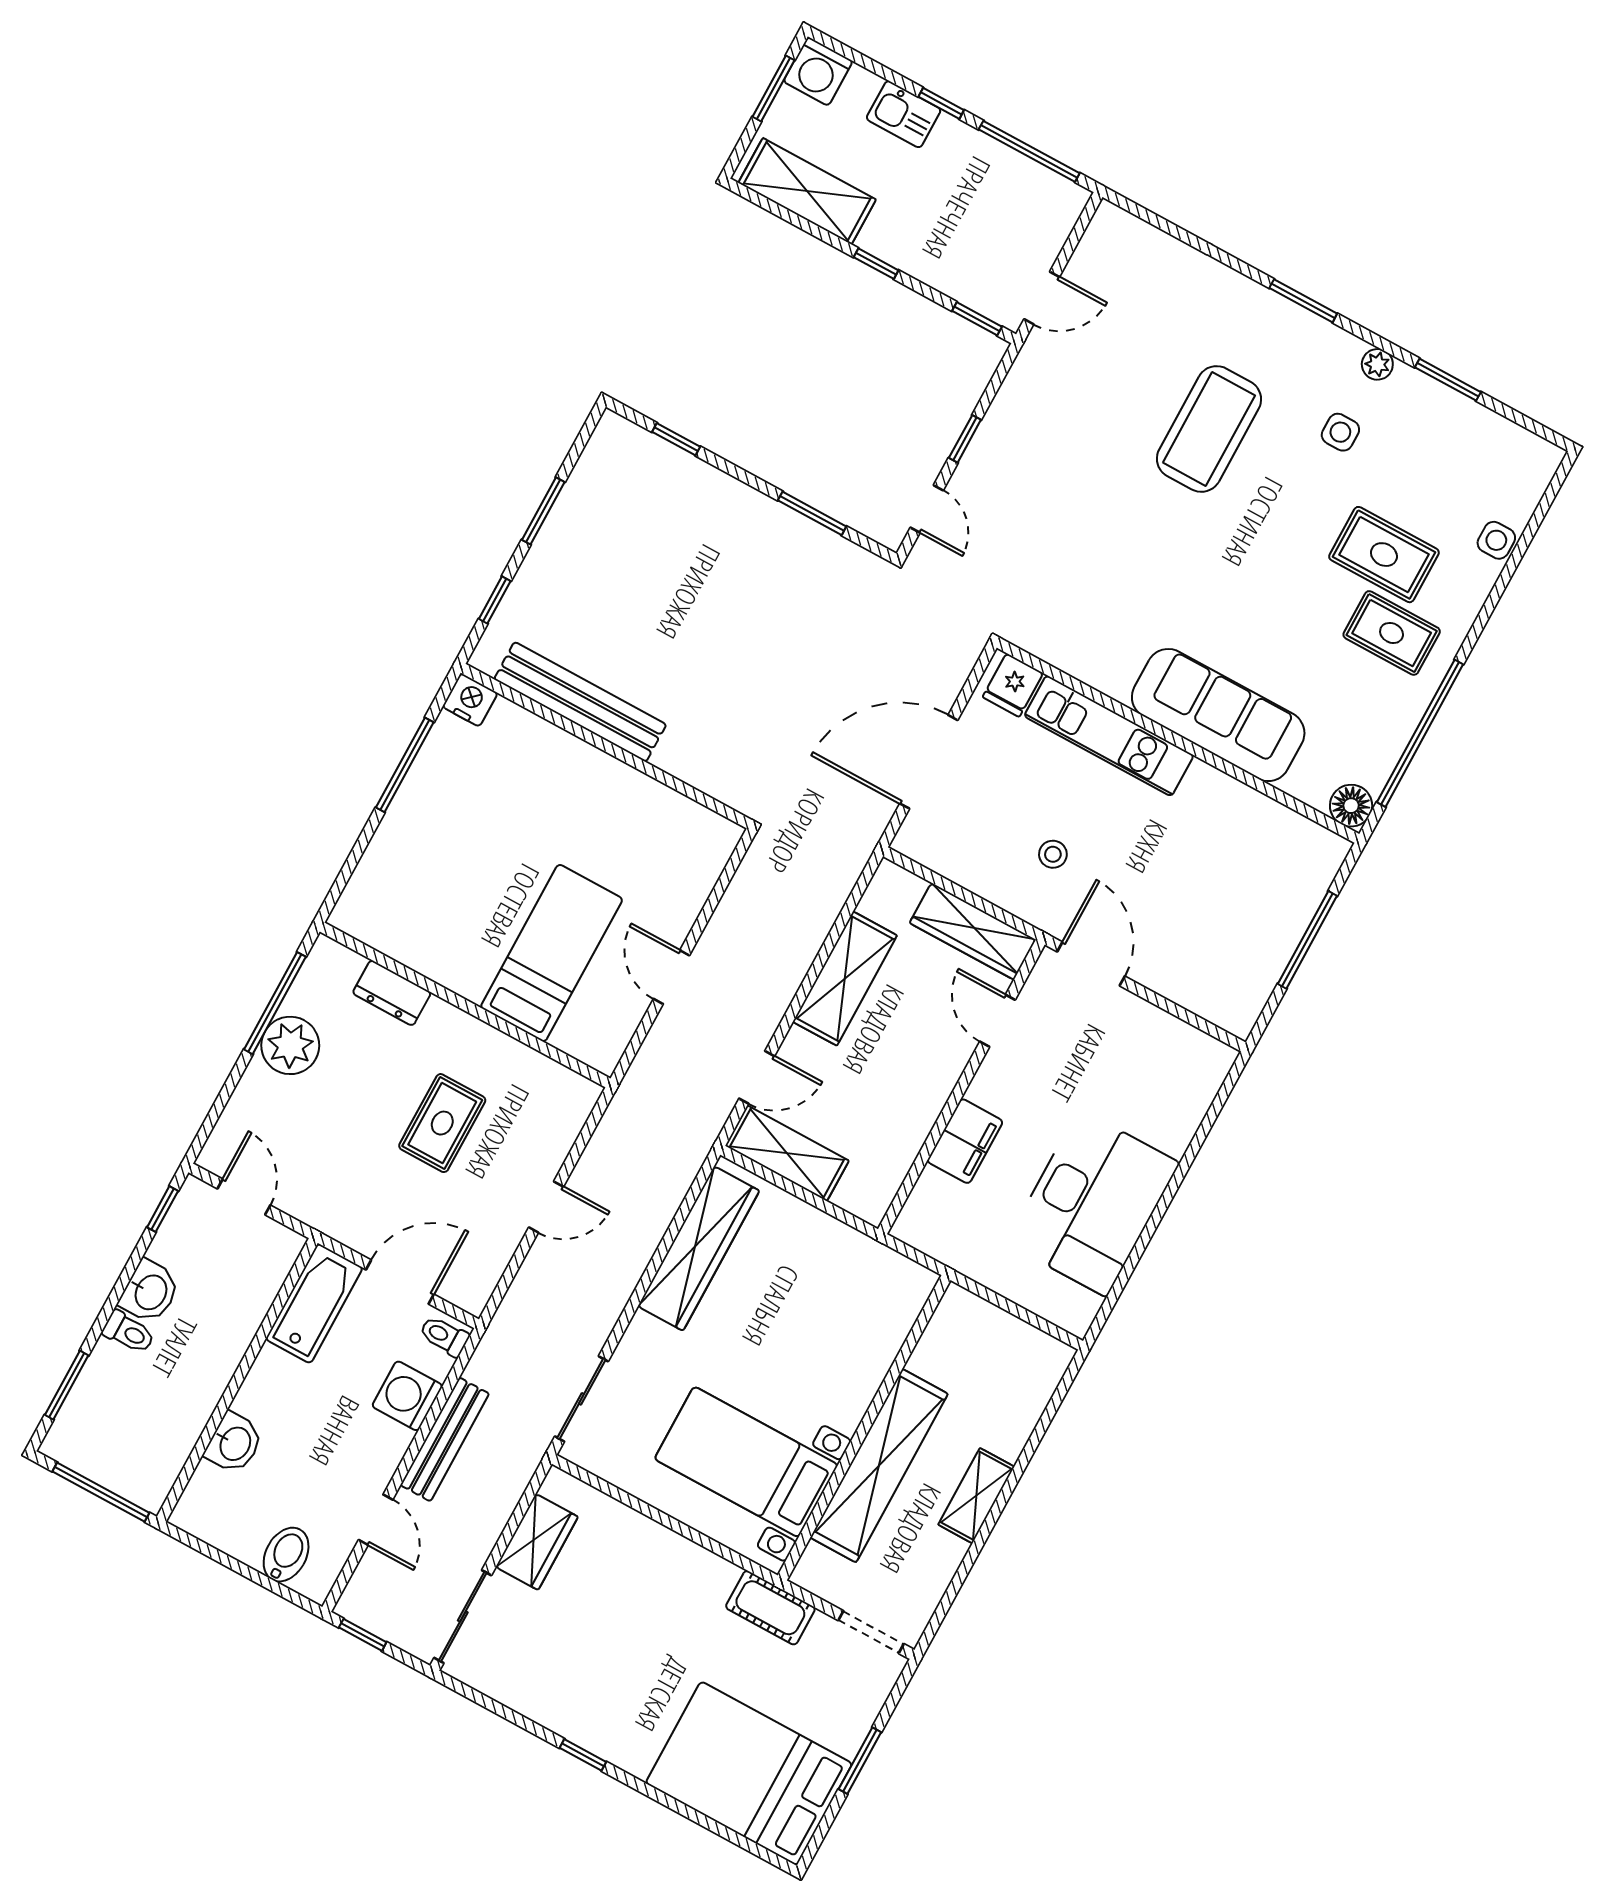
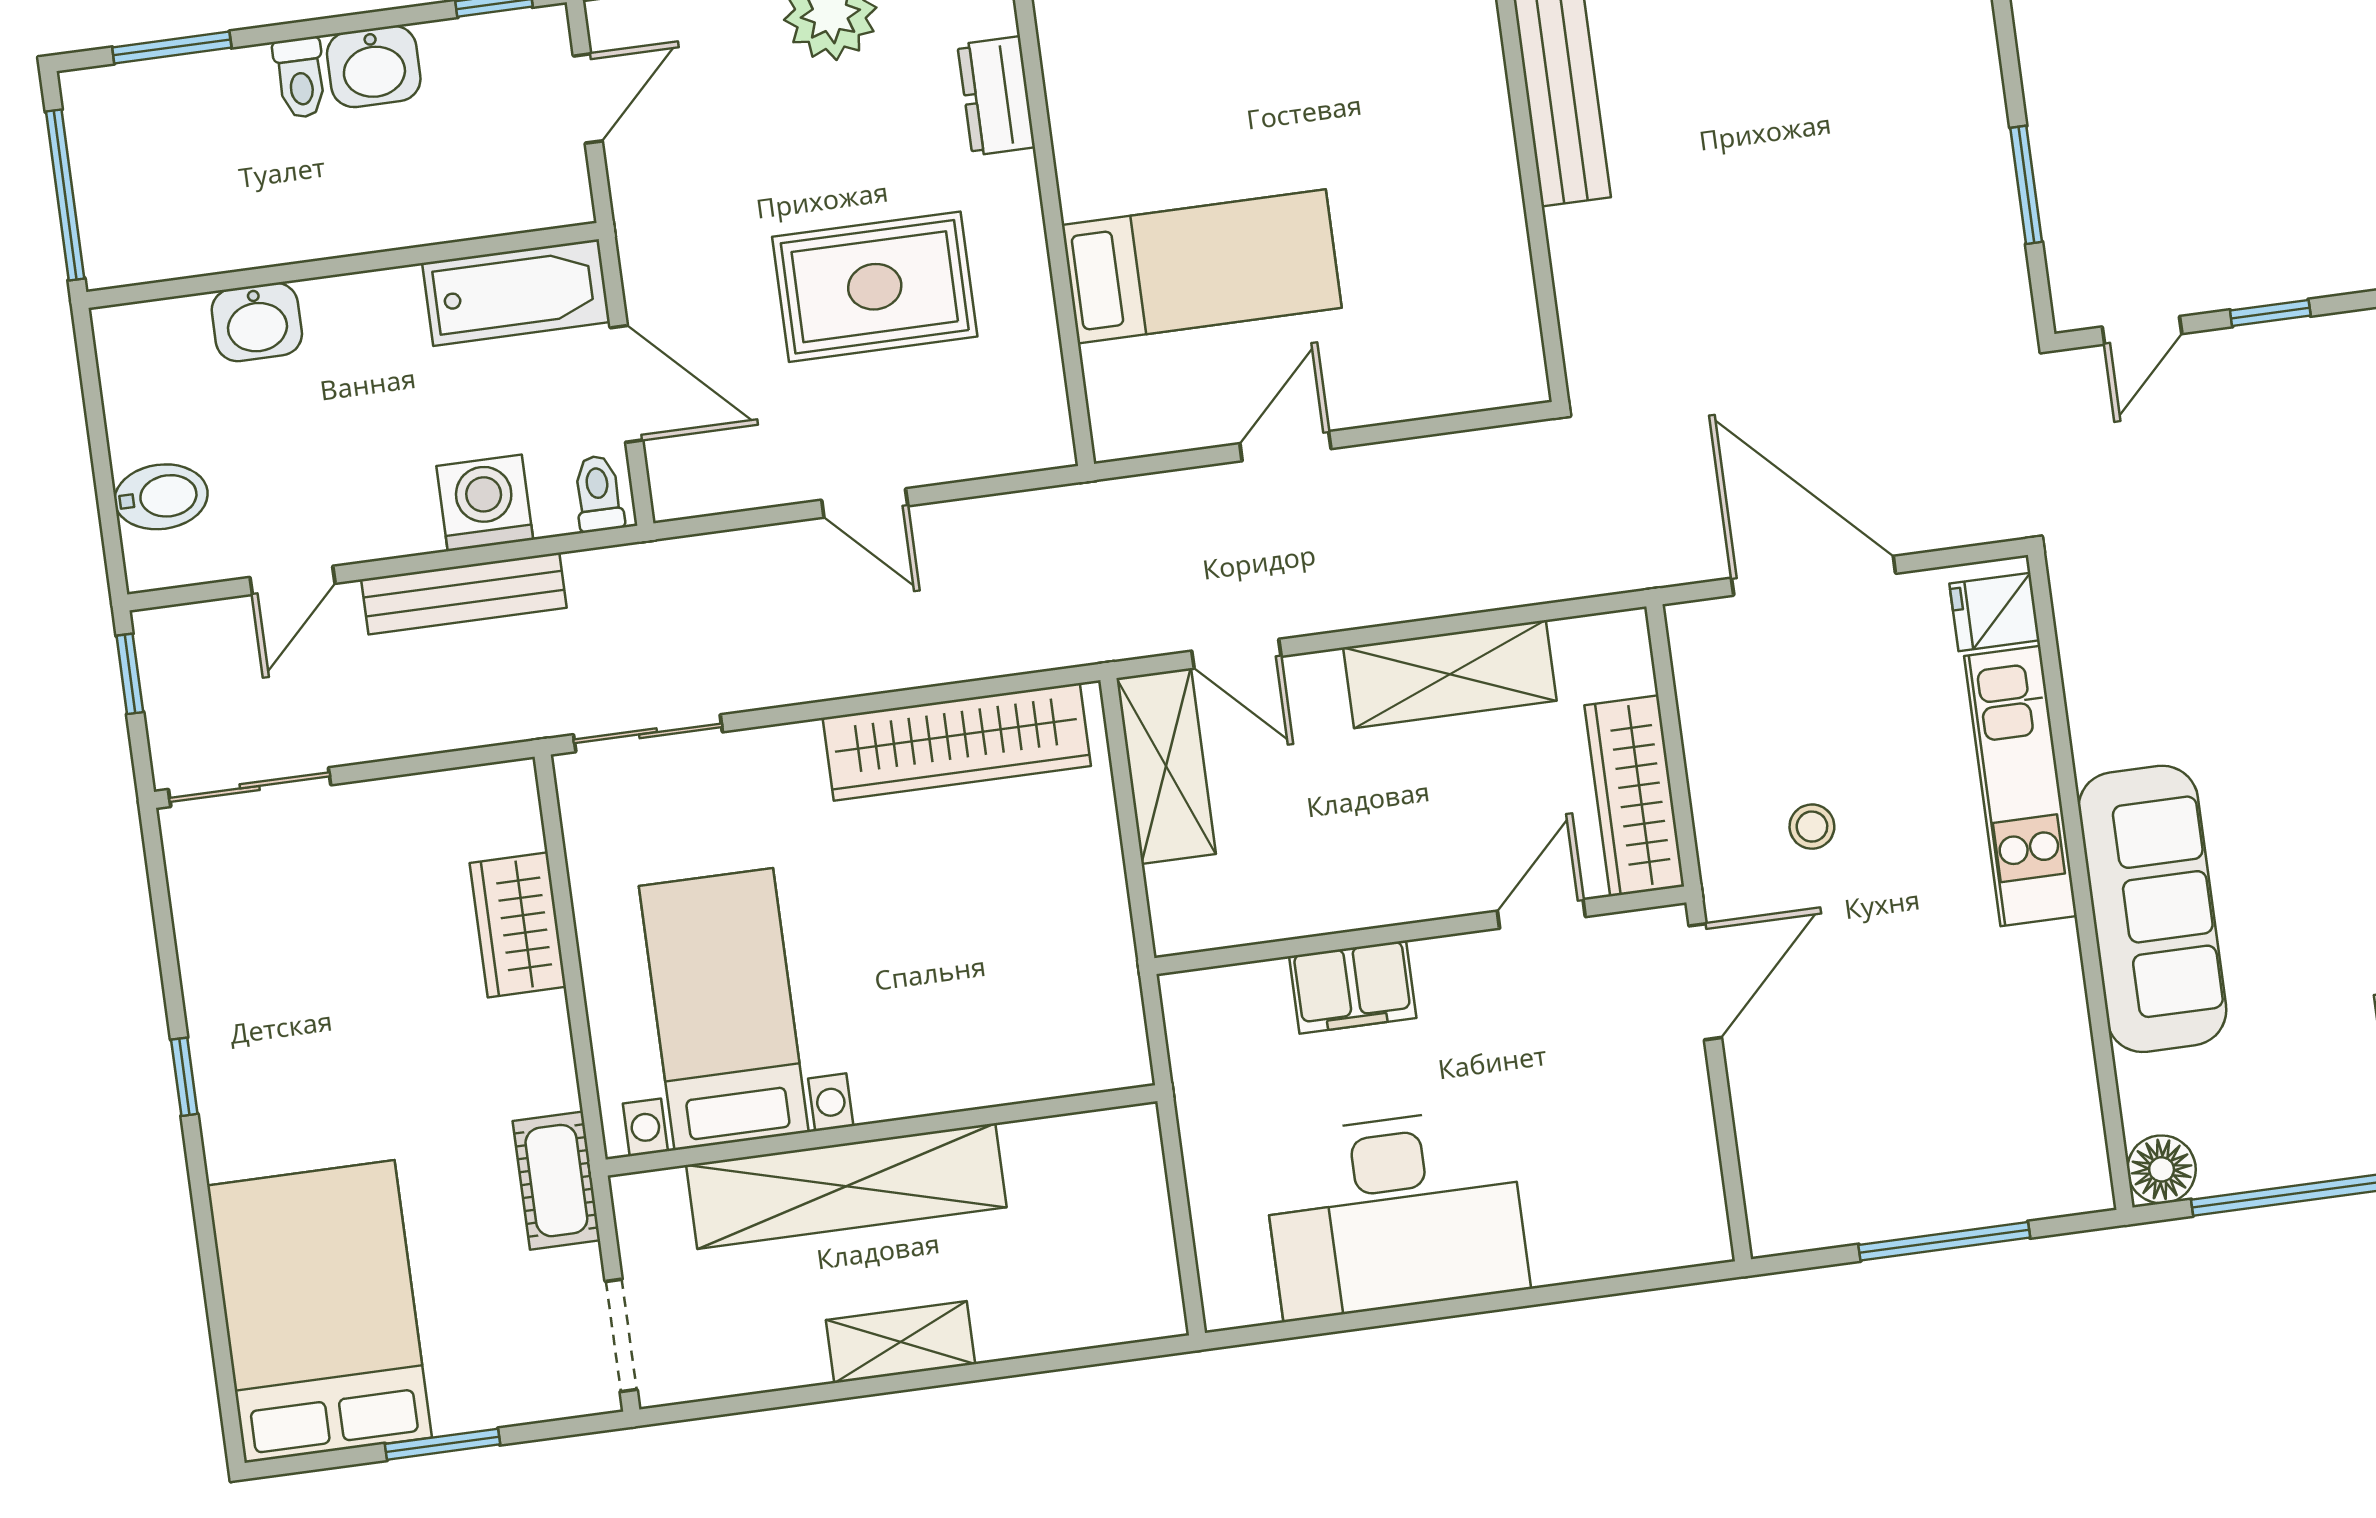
rug: (442, 1123) -> (875, 287), width x1.36, depth x1.43
wardrobe: (537, 1542) -> (518, 925), moved, turned 90

